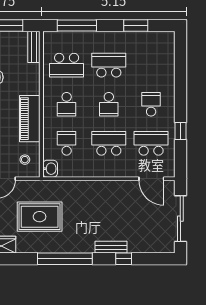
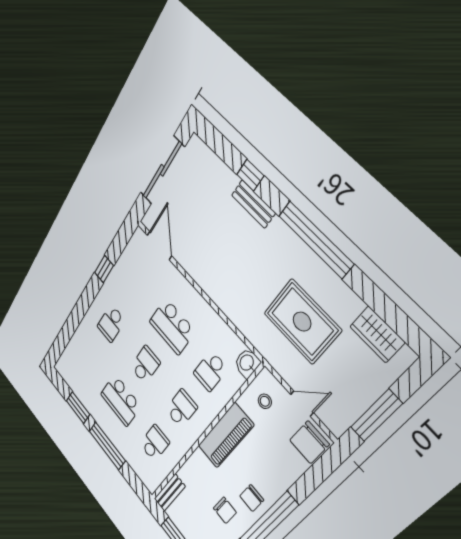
window: (77, 26) -> (107, 446), moved
school desk: (67, 65) -> (155, 443), width x0.54
school desk: (151, 143) -> (136, 284), removed

